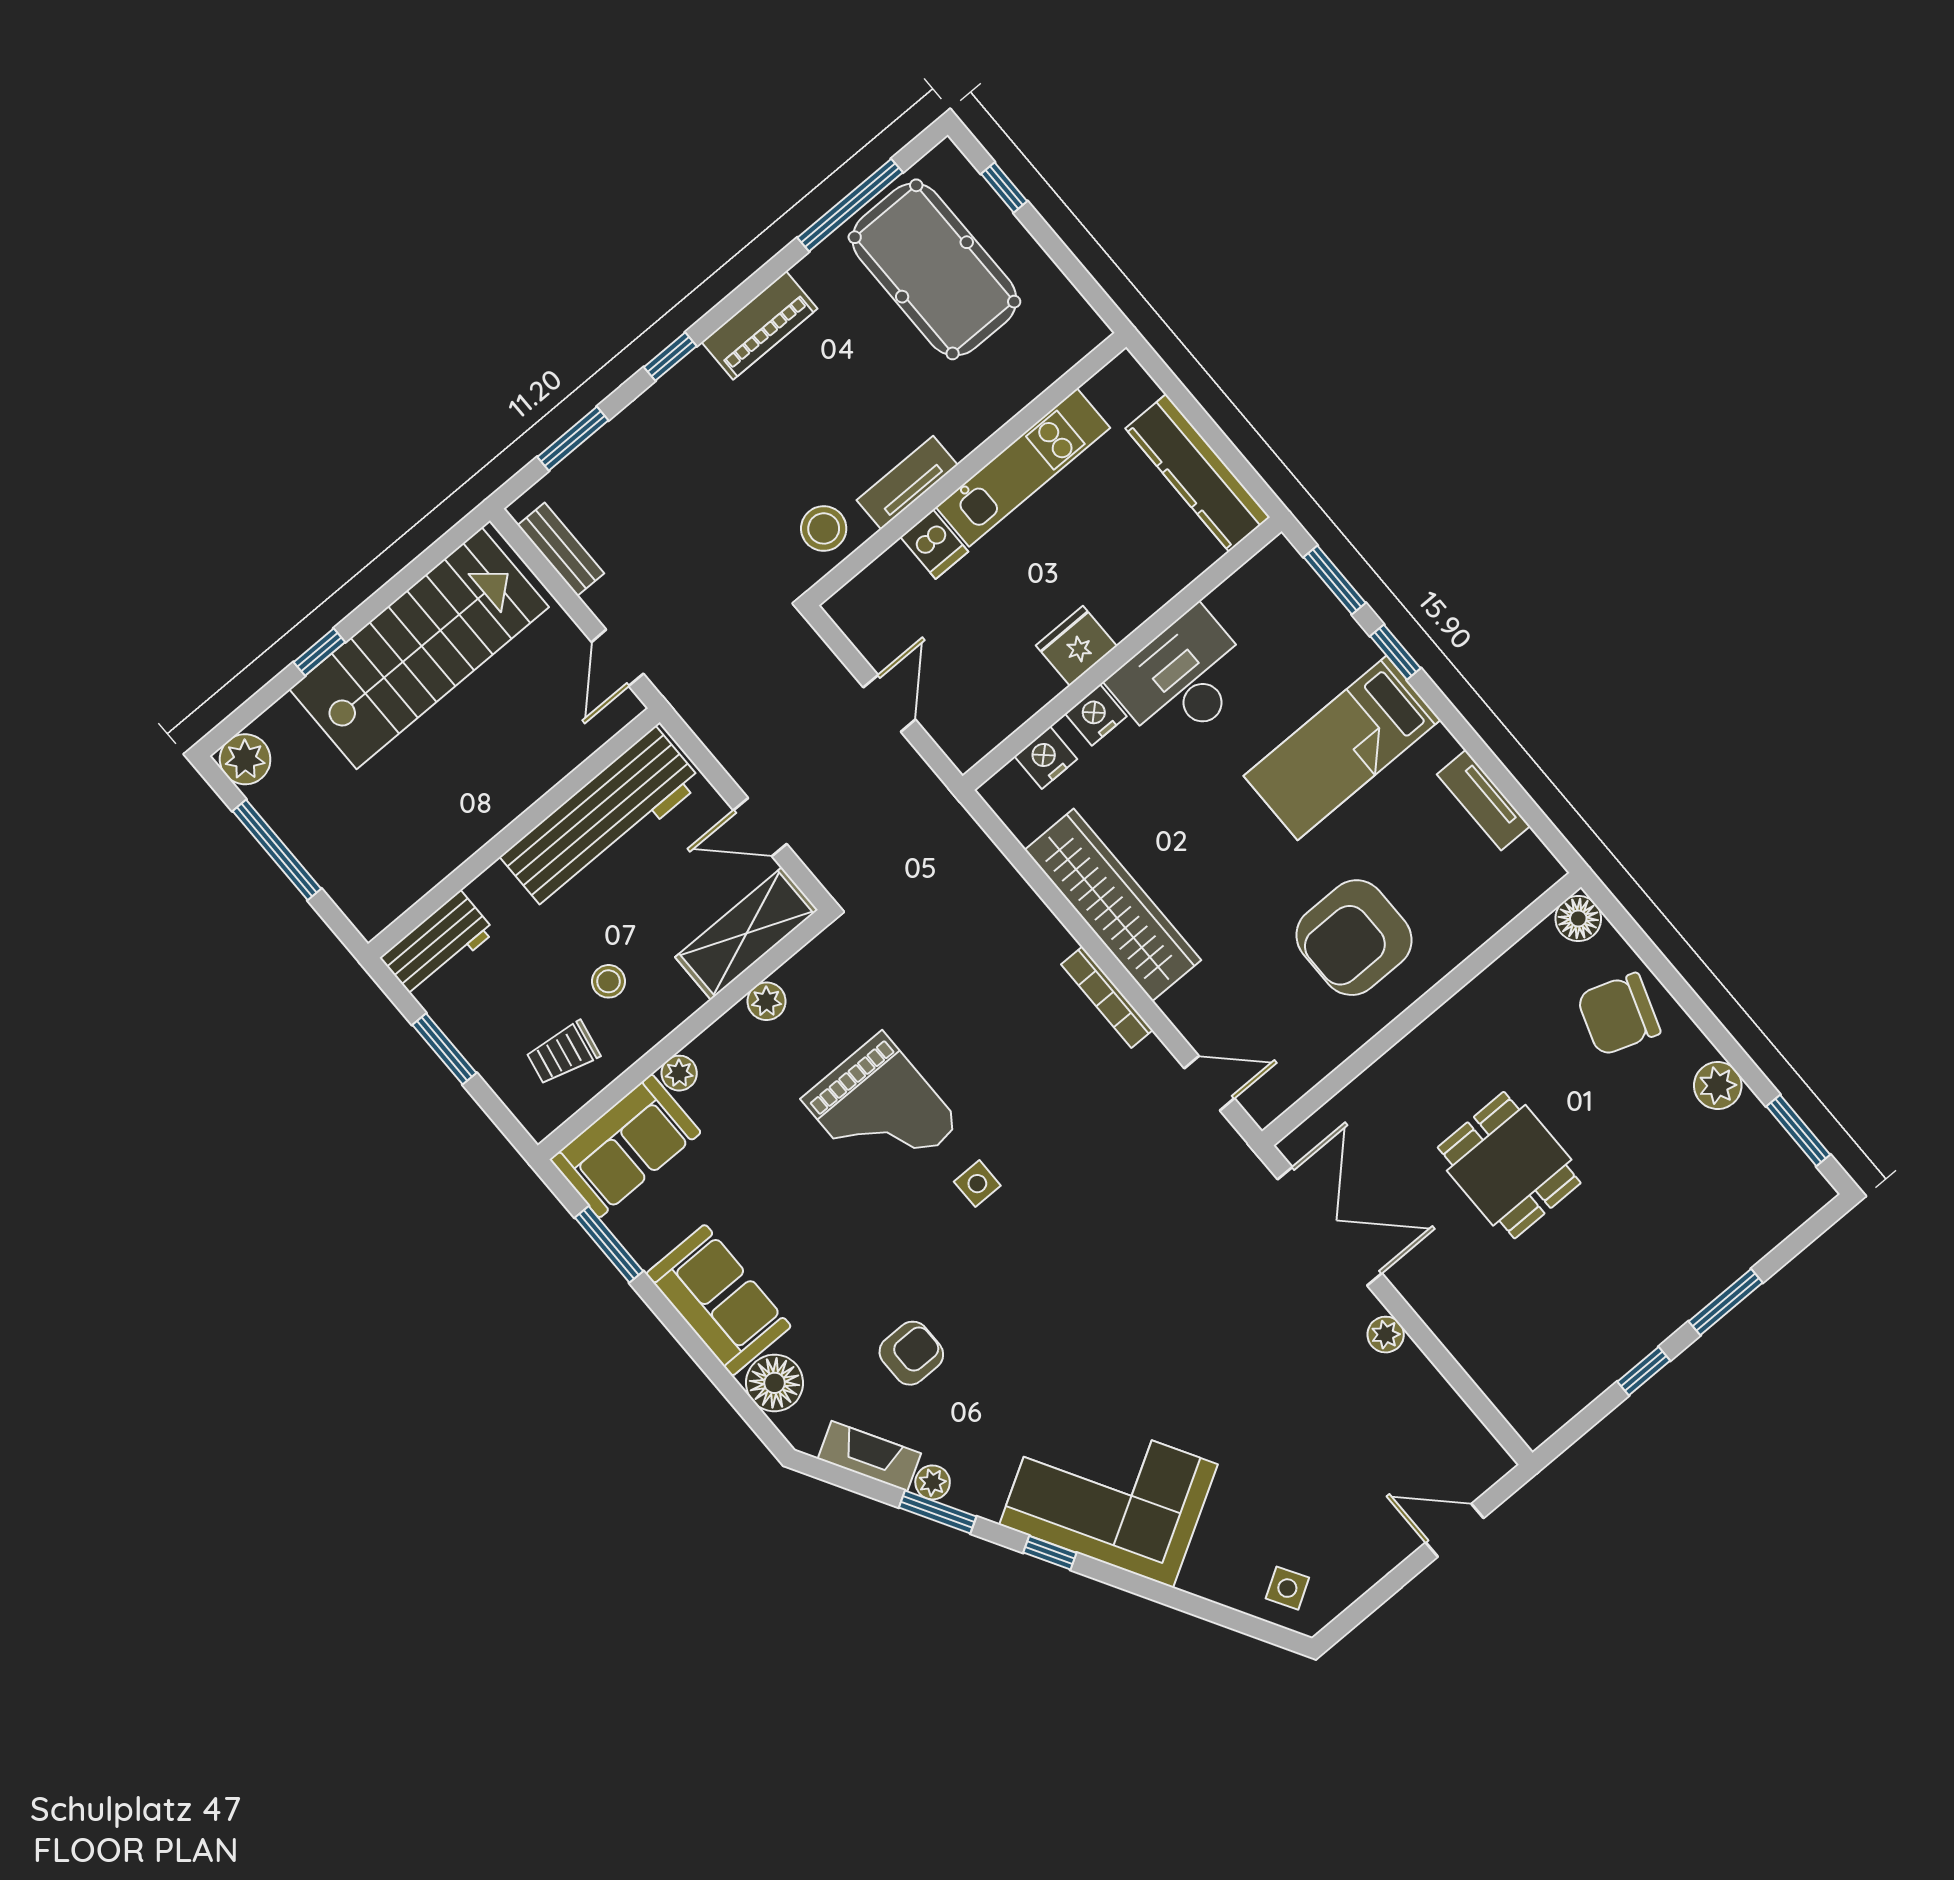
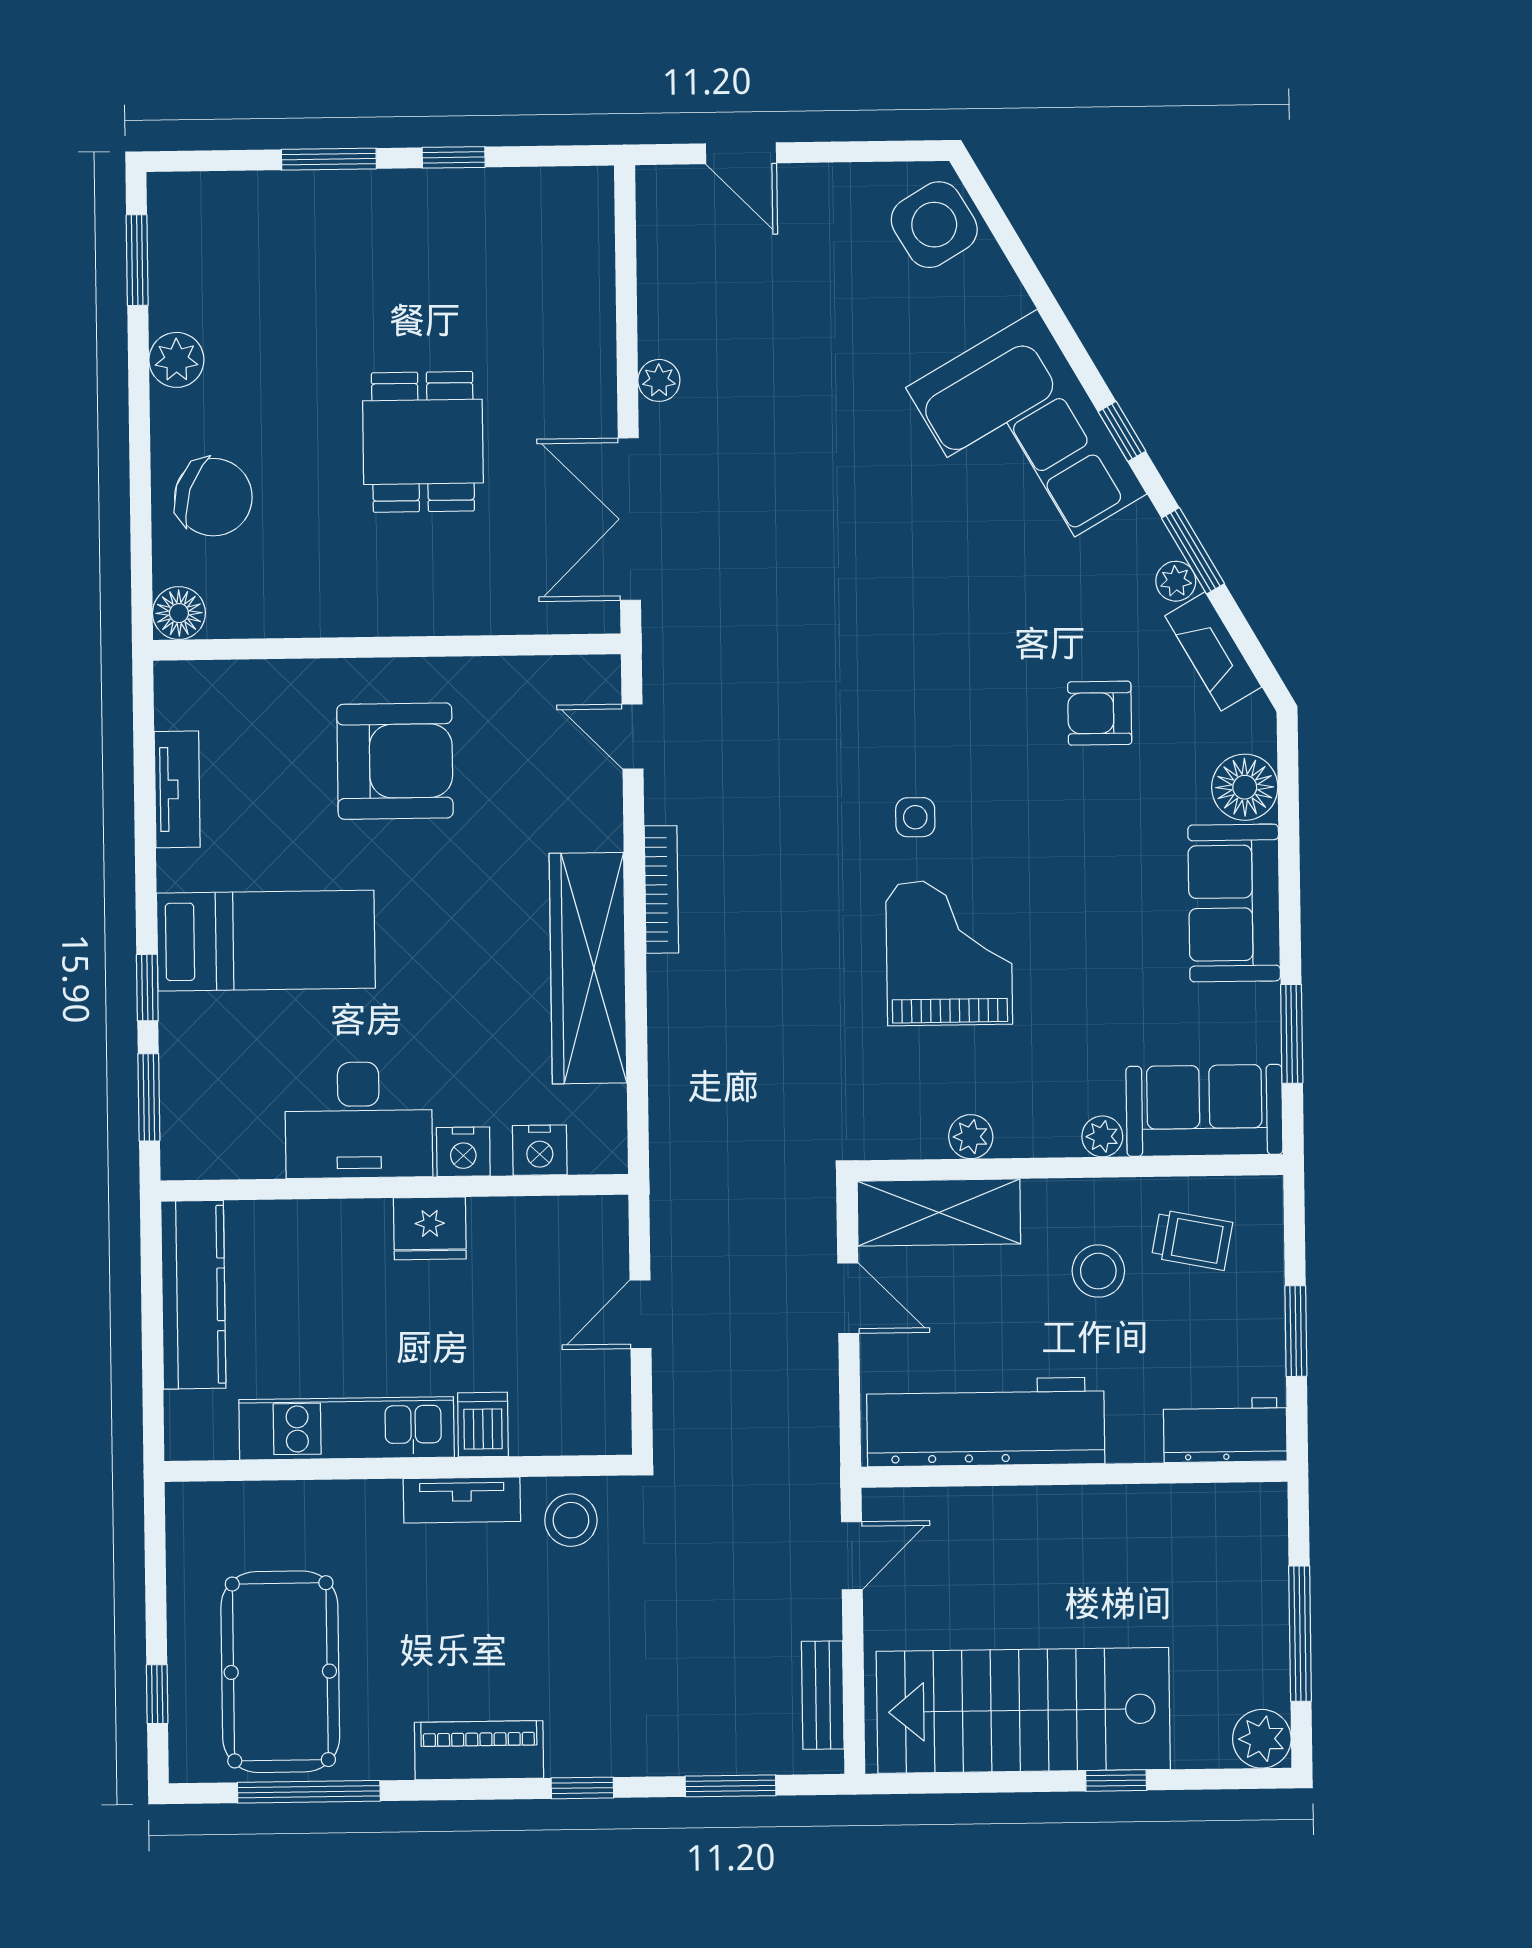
stool: (608, 981) -> (1098, 1271), width x1.37, depth x1.37
side table: (1287, 1588) -> (934, 225), width x1.87, depth x1.87

